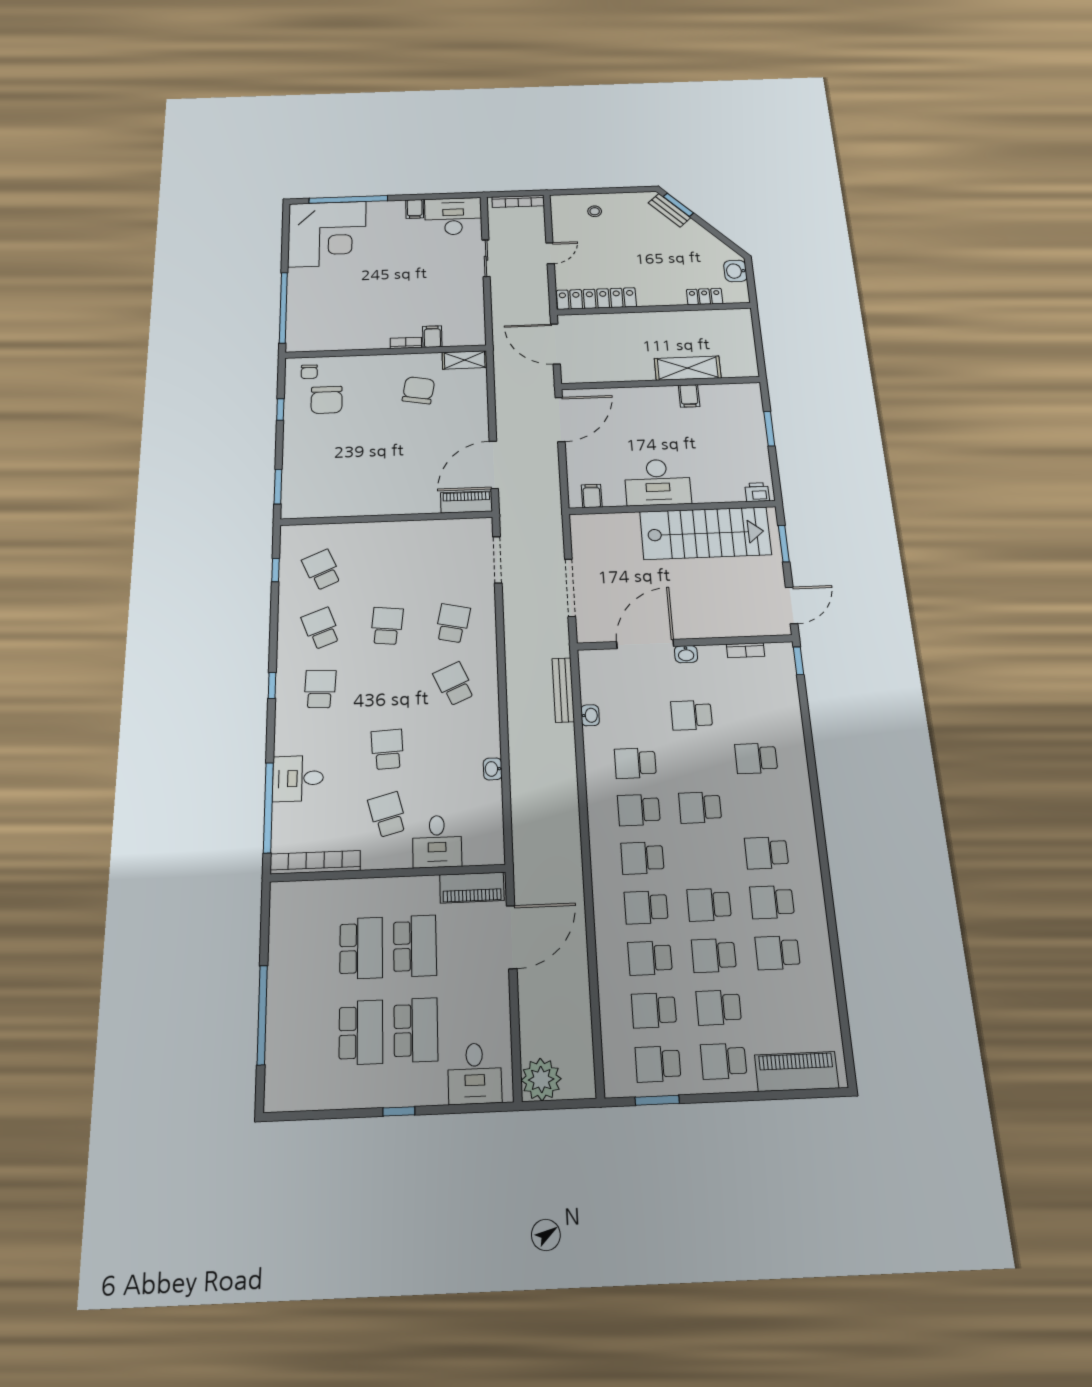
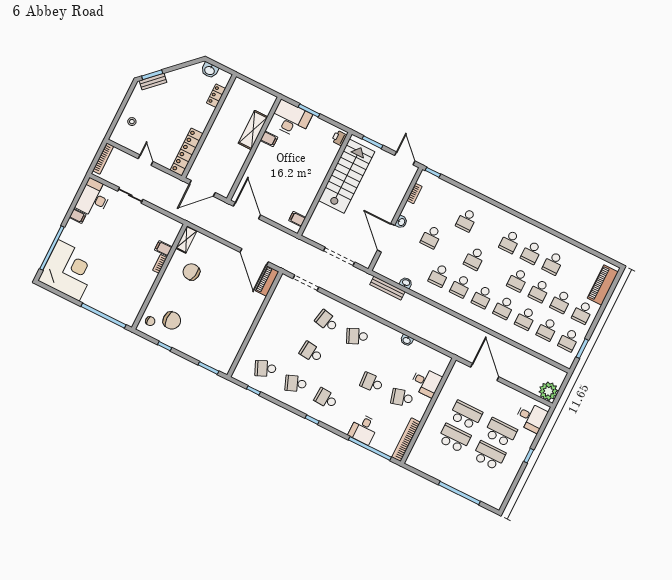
desk: (658, 482) -> (291, 119), moved, turned -90
piano: (472, 888) -> (454, 378), removed

